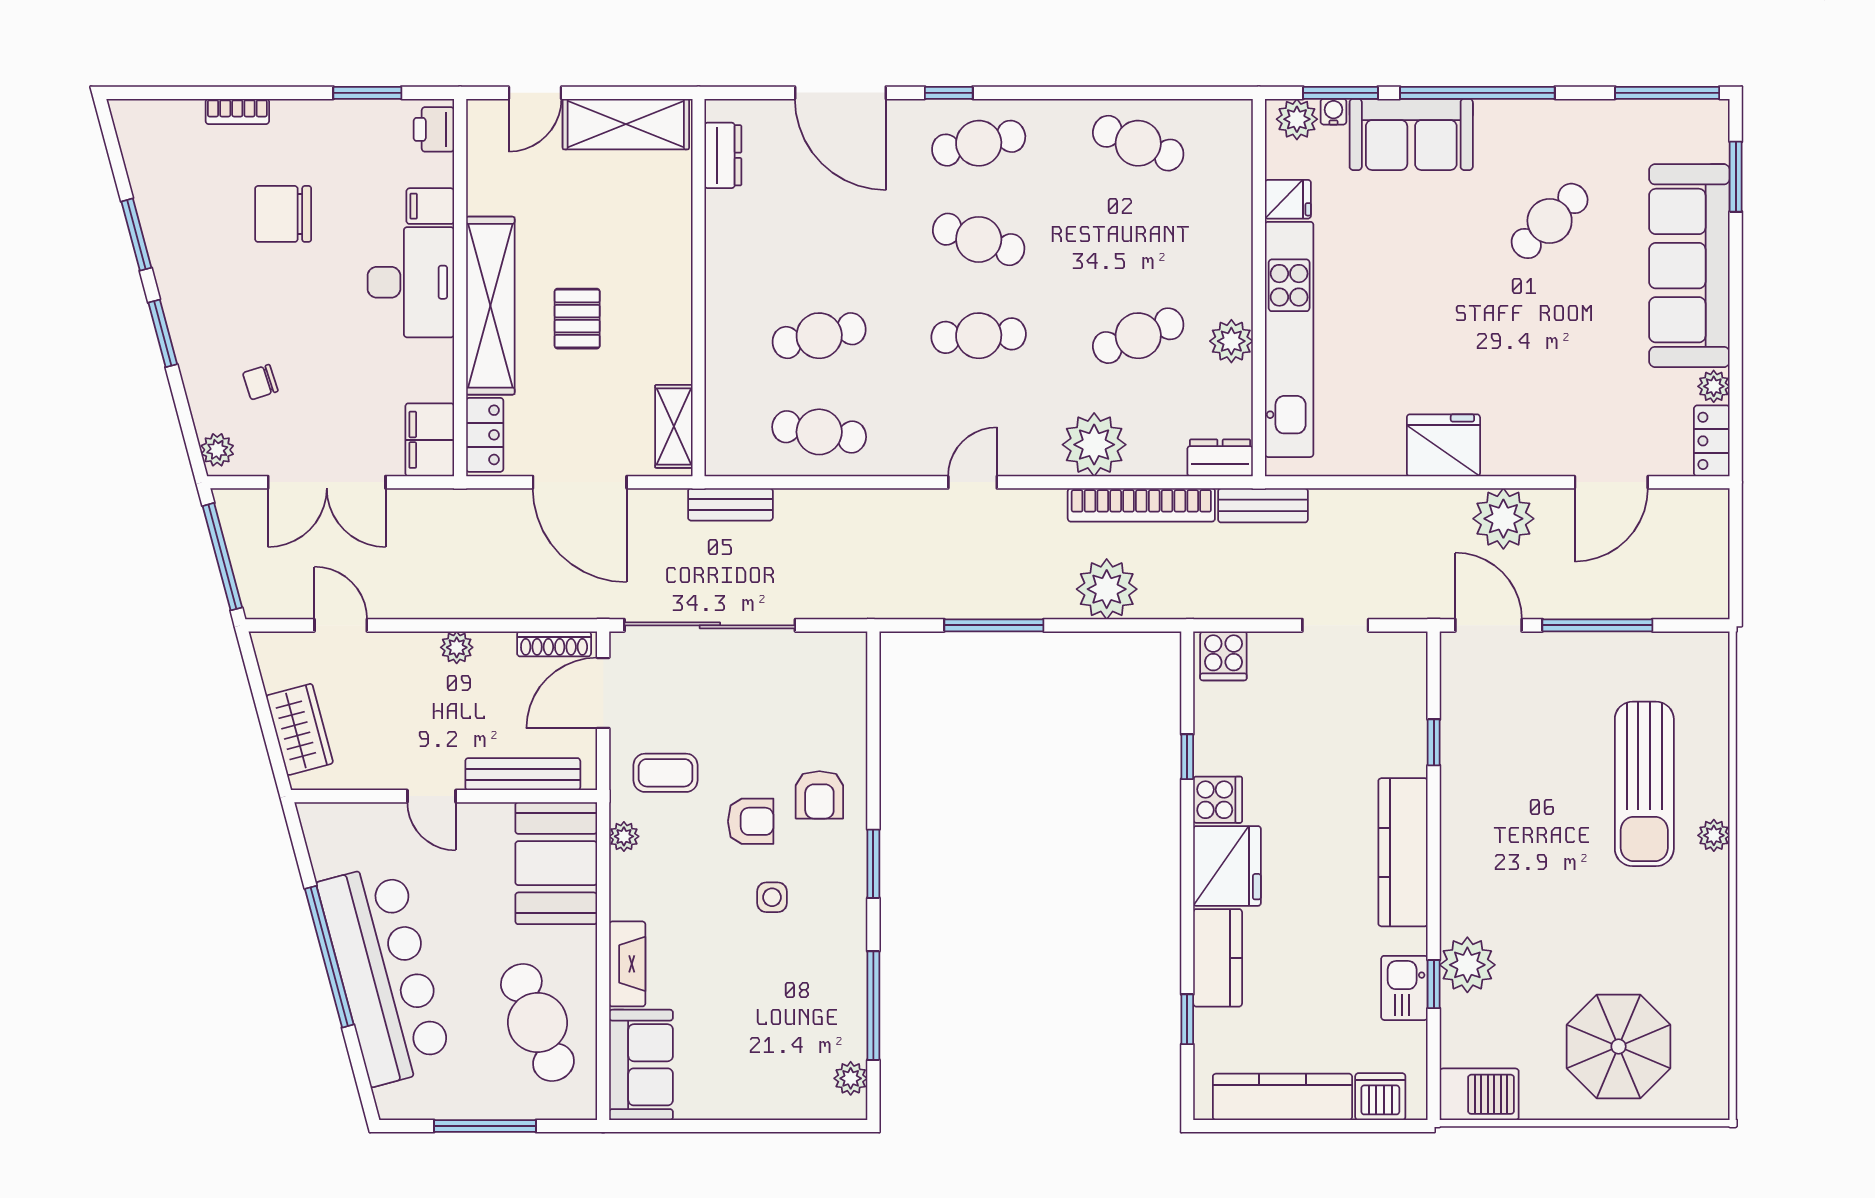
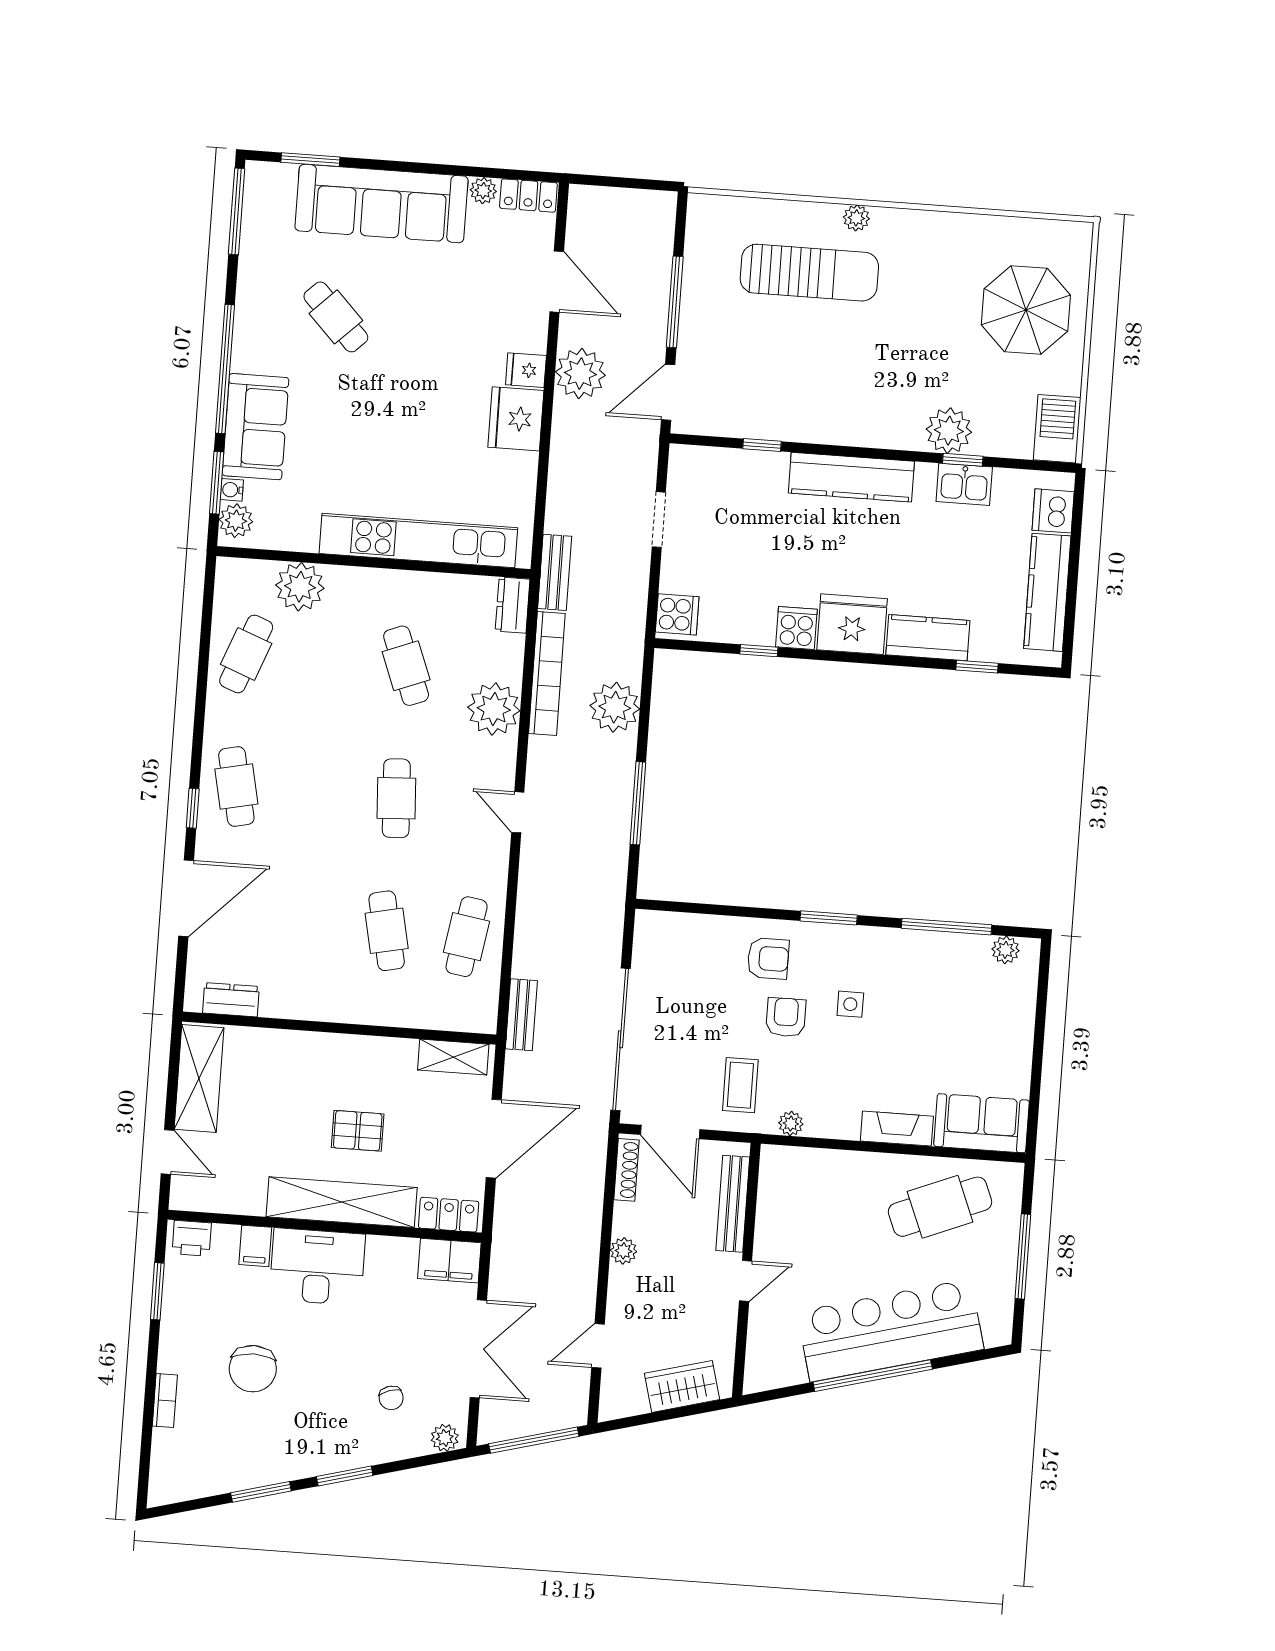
fridge: (1288, 199) -> (526, 370), moved, turned -90
cafe table: (979, 239) -> (316, 792), removed
plant: (1231, 341) -> (300, 587), moved, width x1.36, depth x1.36
booth: (556, 863) -> (809, 1181), removed

